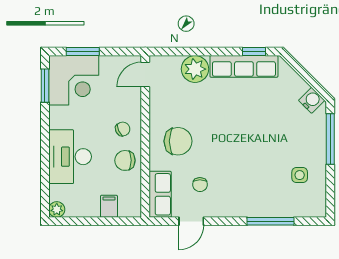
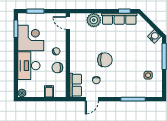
door: (145, 74) -> (68, 23), hinge flipped
corner desk: (74, 80) -> (31, 38), moved, turned -90
chair: (178, 141) -> (105, 60), moved

